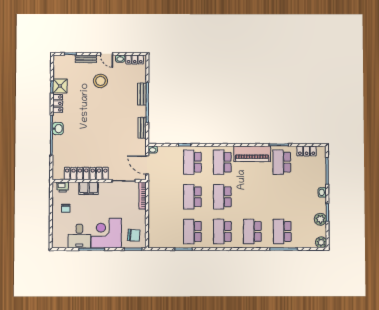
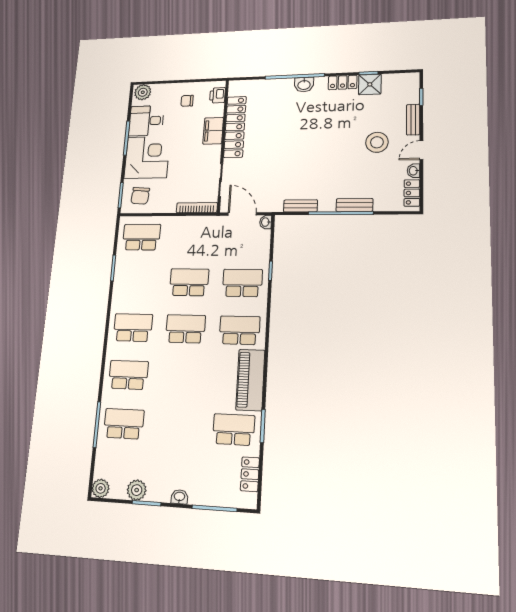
door: (147, 165) -> (242, 214), hinge flipped
school desk: (192, 232) -> (141, 237), moved
plant: (58, 241) -> (143, 92), added

